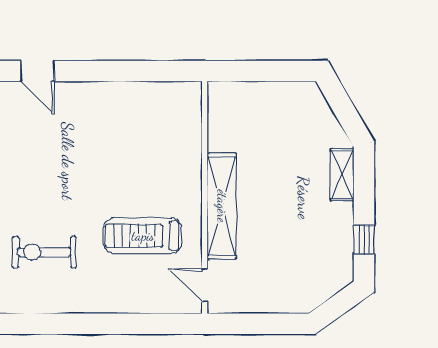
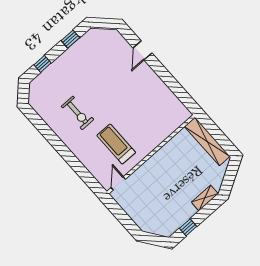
shelving: (222, 206) -> (207, 141), moved, turned 90
exercise bike: (44, 252) -> (77, 113), turned 180

